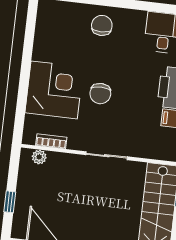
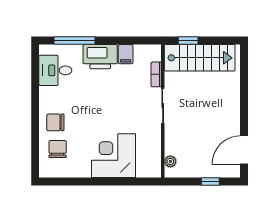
chair: (100, 94) -> (58, 149), moved, turned -90
bookcase: (51, 141) -> (156, 74), moved

